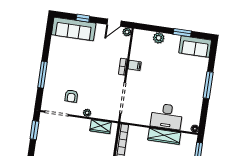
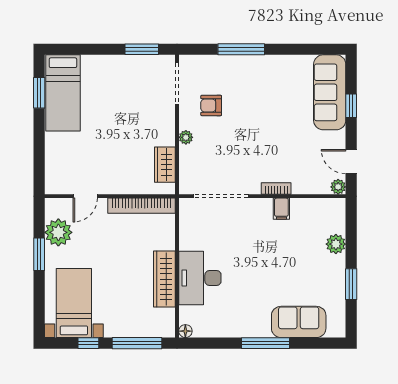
sofa: (195, 47) -> (299, 322), moved, turned 90

